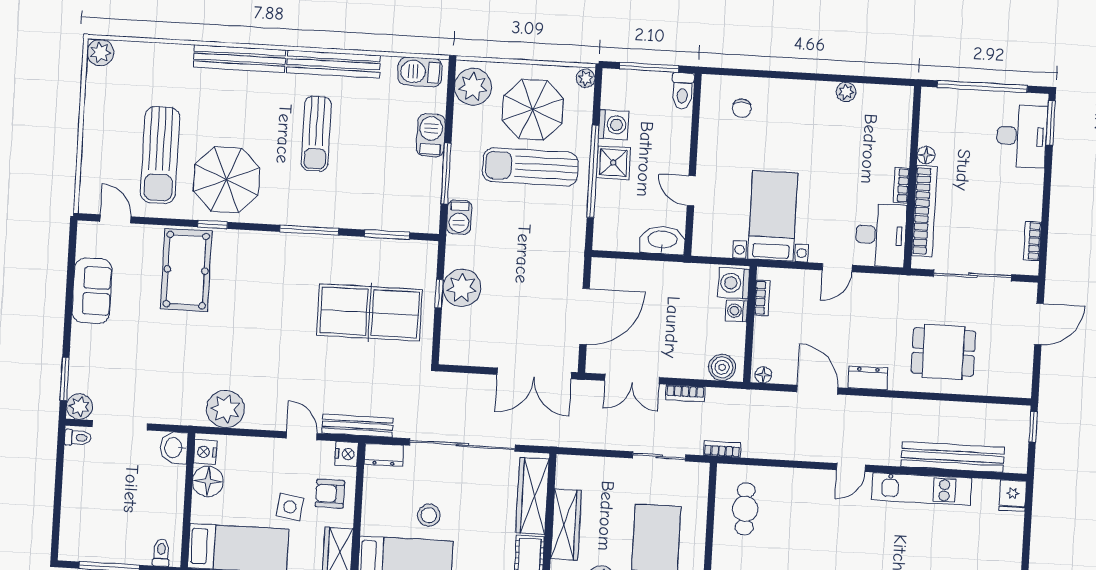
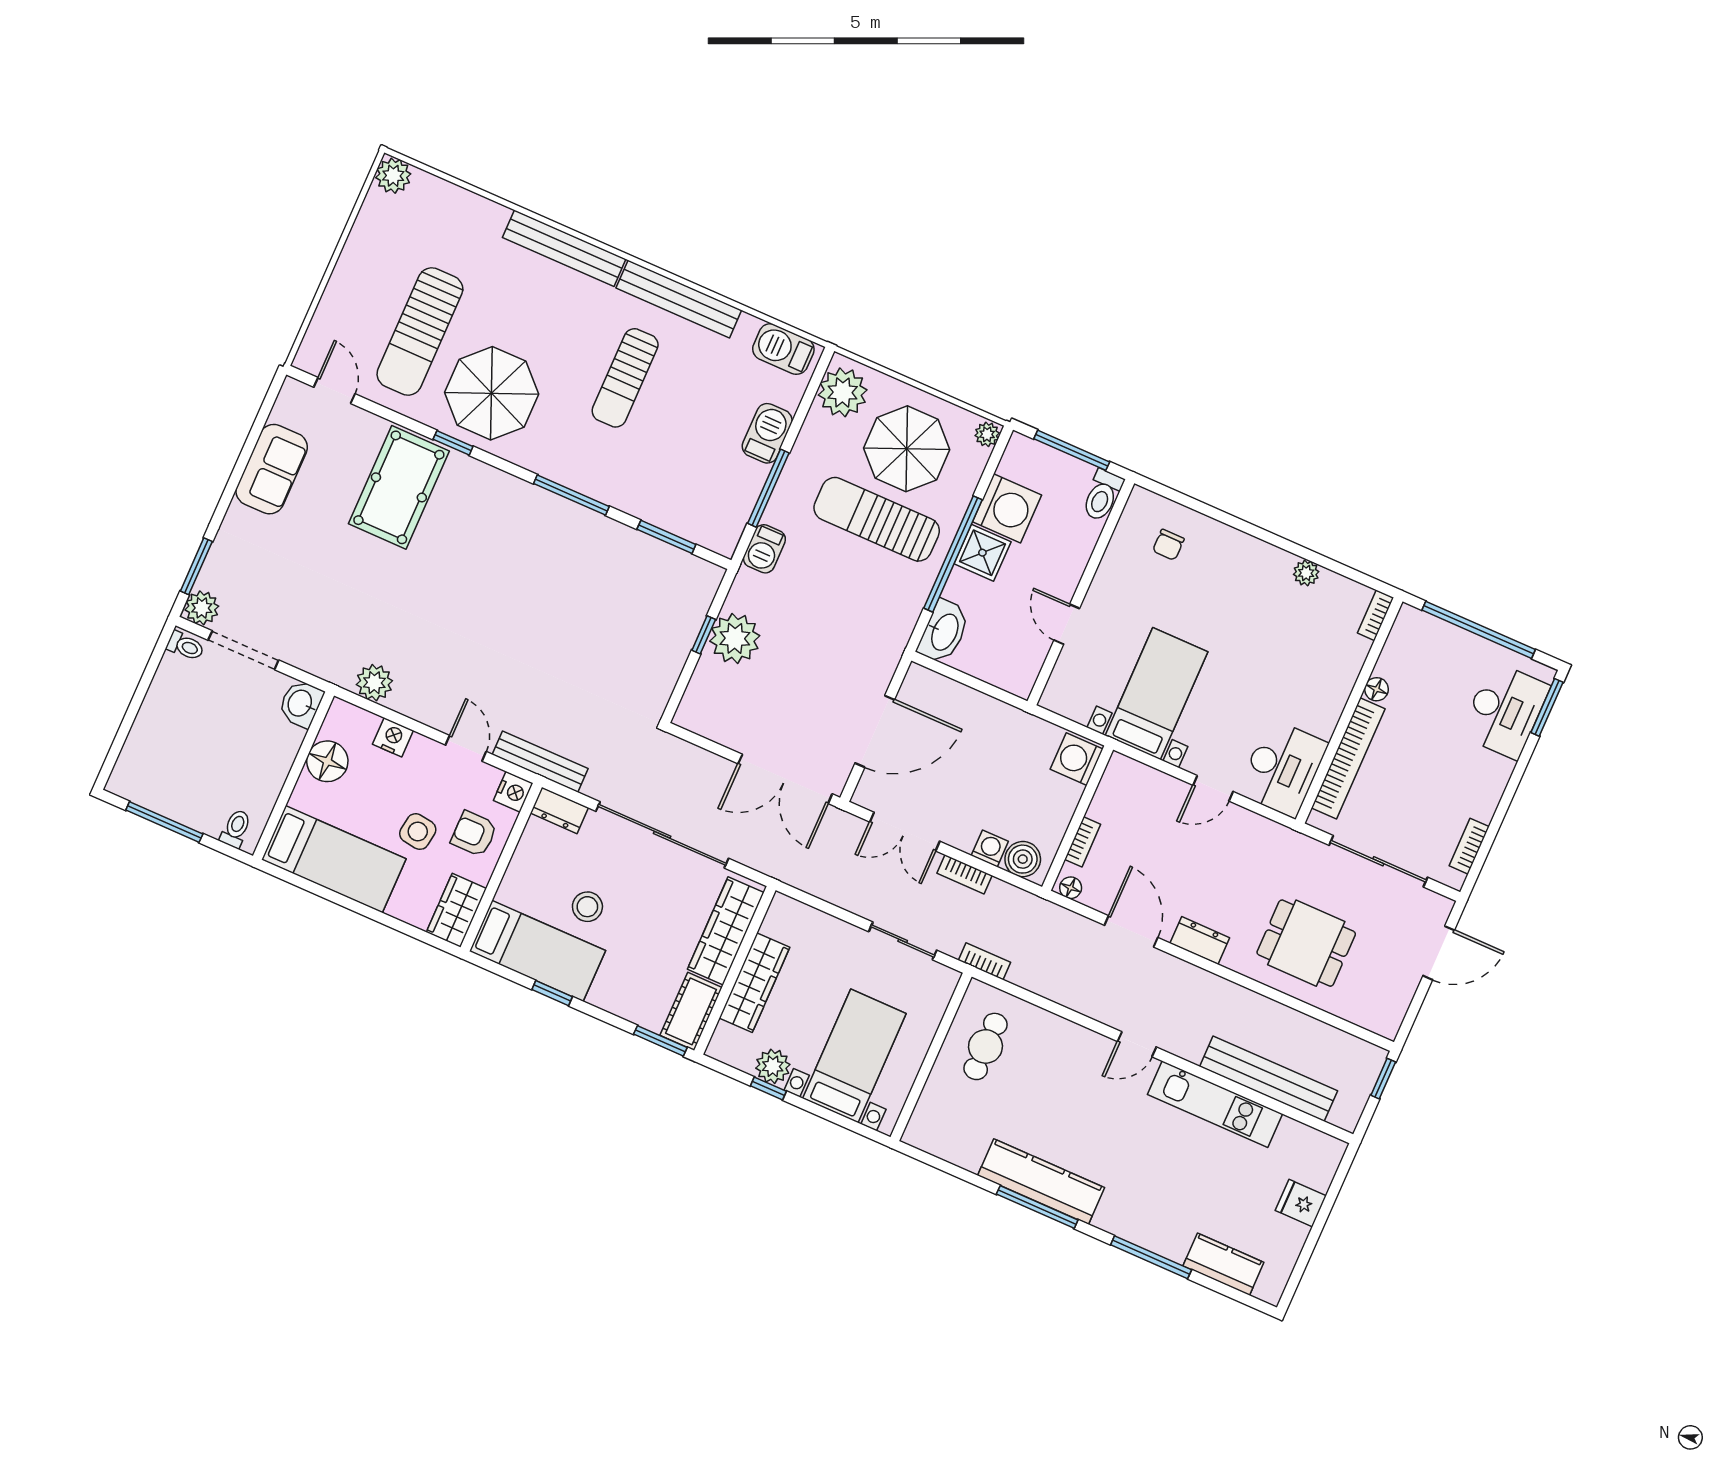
washing machine: (614, 125) -> (1007, 508), width x1.37, depth x1.37
bookcase: (901, 185) -> (1376, 615), moved
washbasin: (662, 240) -> (944, 632), moved, turned 90
bookcase: (762, 298) -> (1083, 842), moved
washing machine: (737, 311) -> (990, 848), moved, turned 90
table tennis table: (369, 312) -> (608, 626), removed
plant: (226, 409) -> (374, 683), width x0.73, depth x0.73
nightstand: (205, 452) -> (393, 737), moved, turned 90
fridge: (1013, 496) -> (1301, 1203), moved, turned 90

